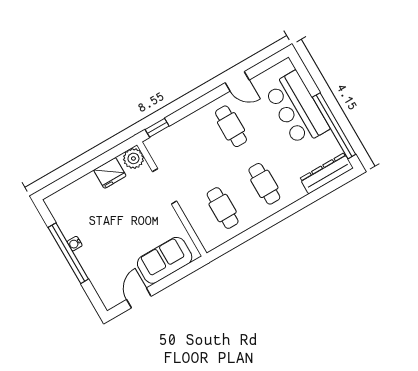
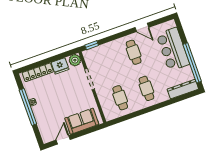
locker: (74, 191) -> (38, 72), added

